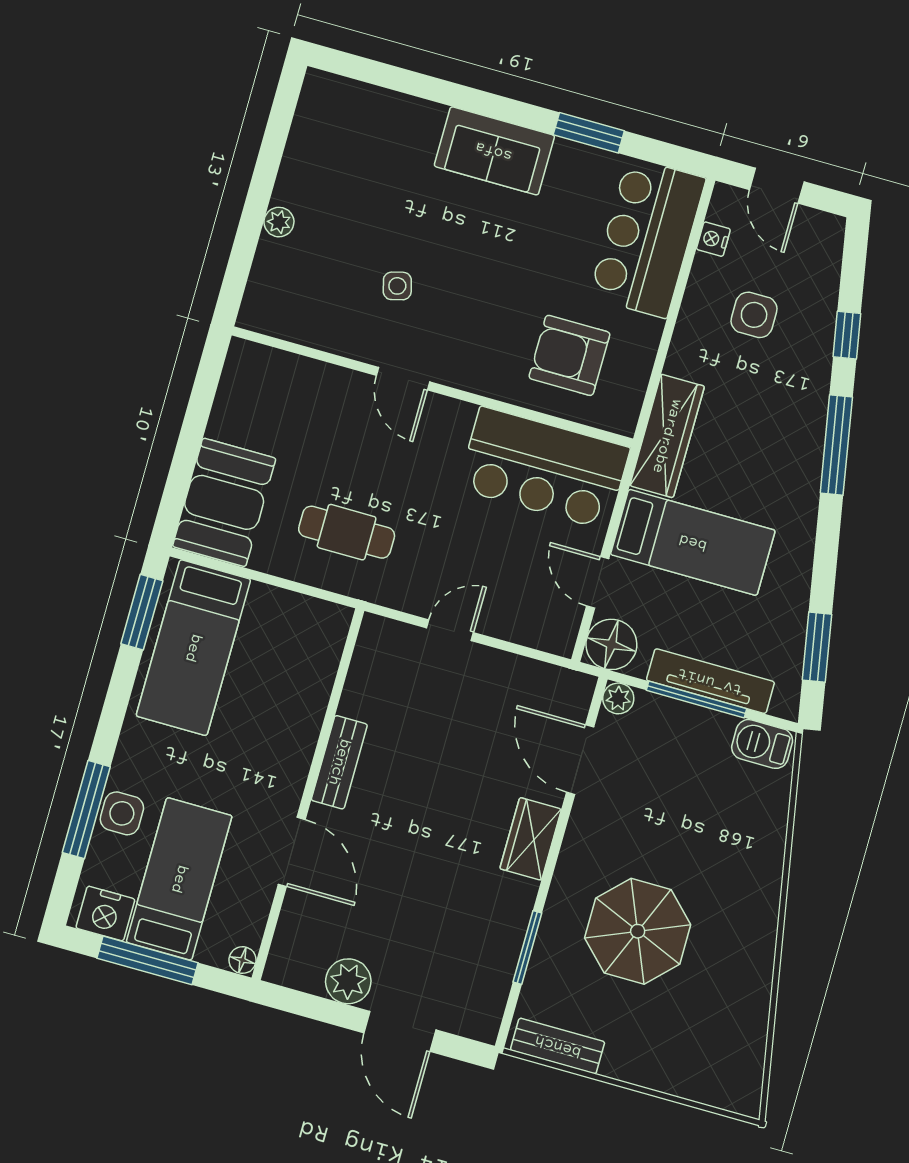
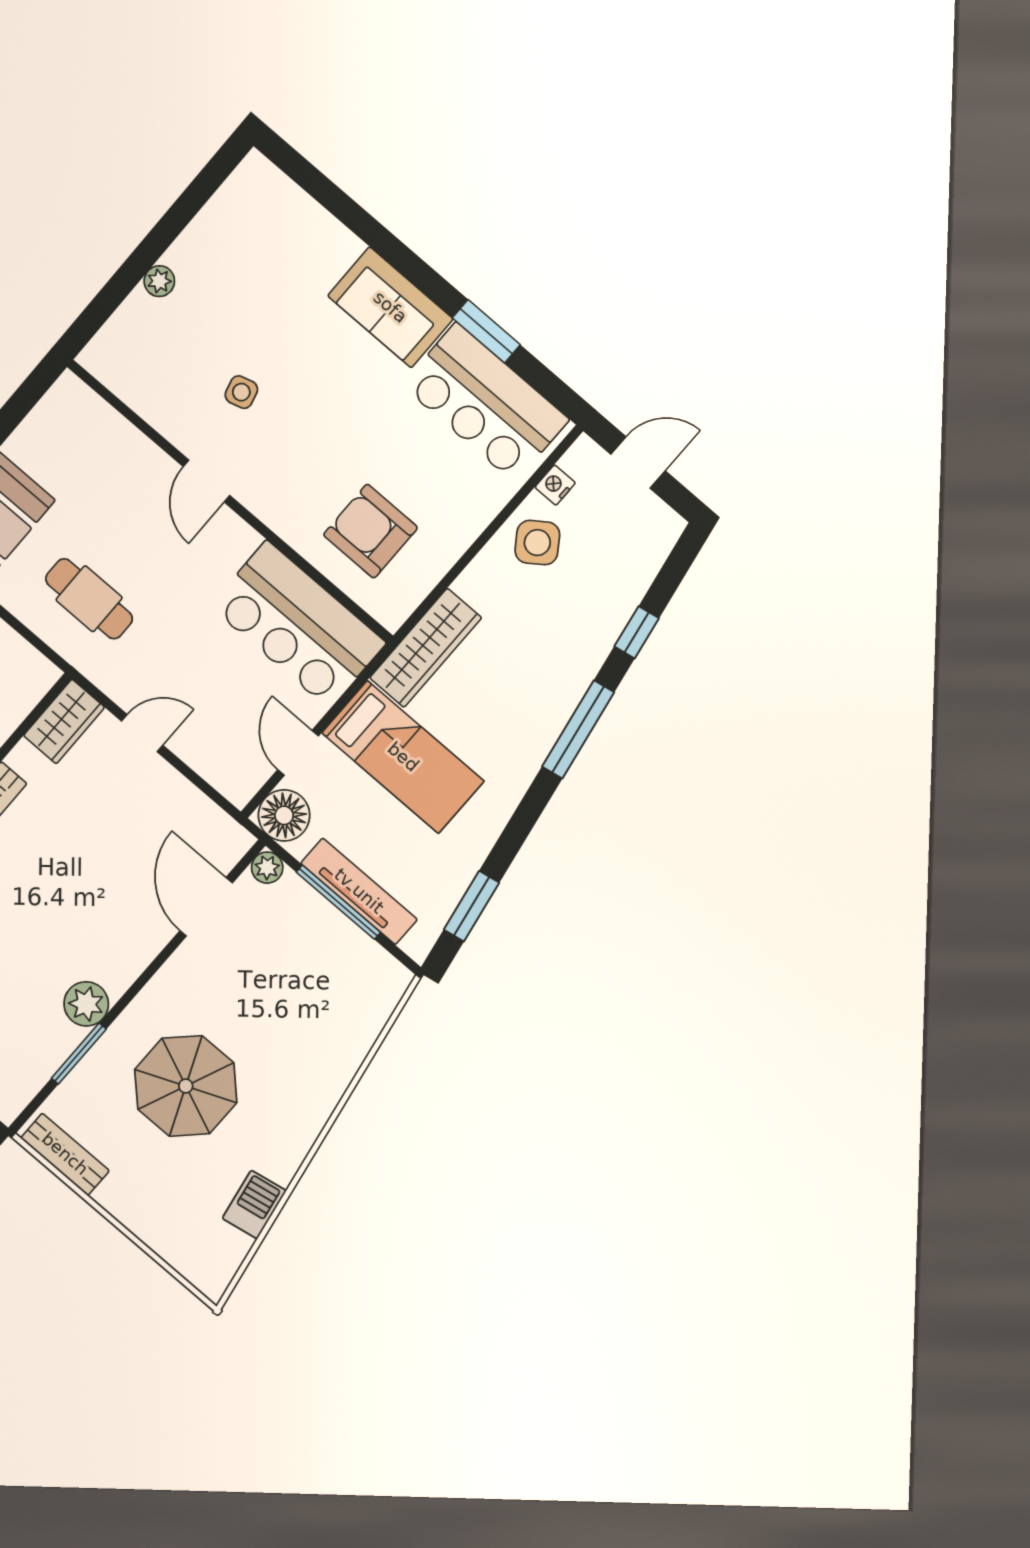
door: (777, 186) -> (638, 462), swing flipped
bar counter: (647, 238) -> (485, 403), moved, turned -90
side table: (754, 315) -> (537, 543), moved, turned -35
barbecue: (762, 744) -> (254, 1205), moved, turned 80
wardrobe: (531, 839) -> (64, 722), moved, turned 180
plant: (513, 899) -> (86, 1004), added

